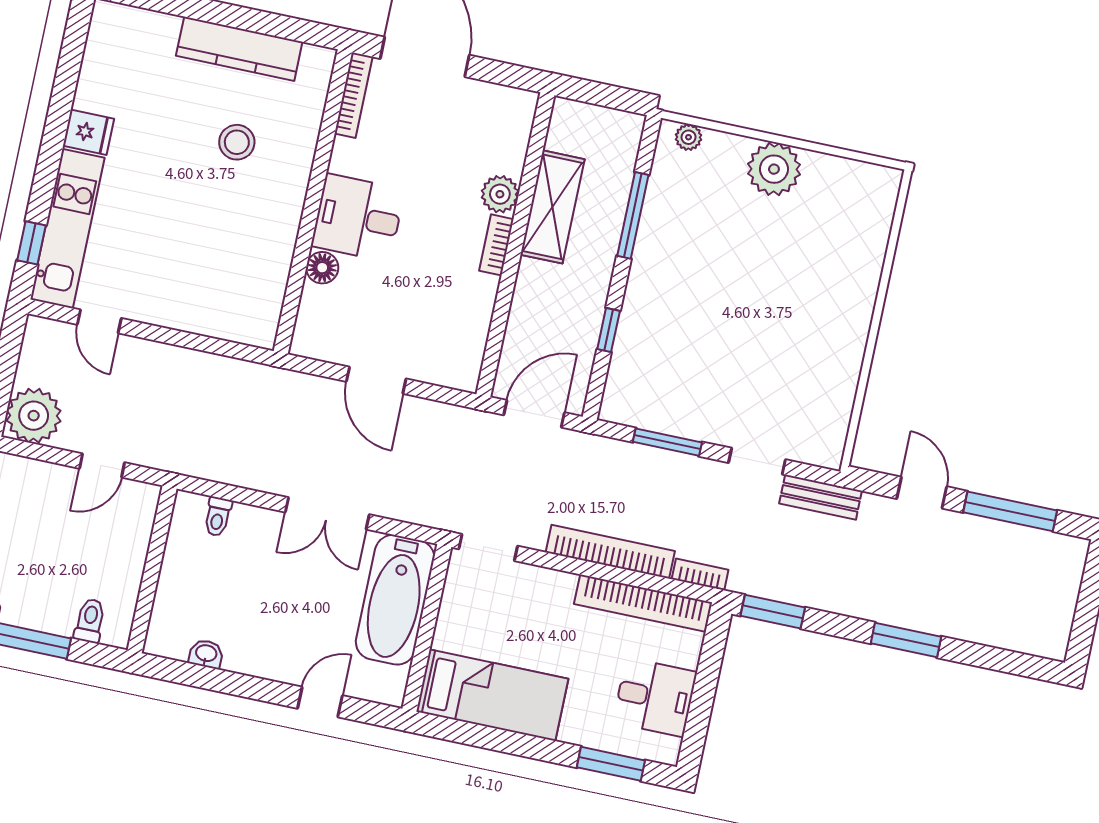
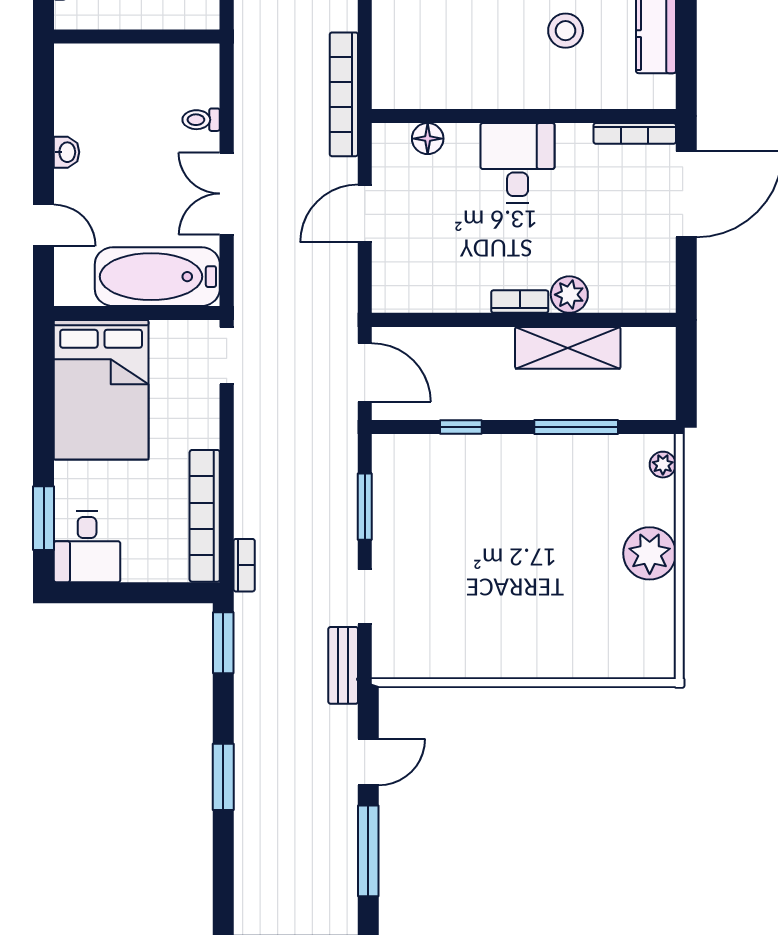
floor lamp: (322, 268) -> (428, 139), moved
toilet: (218, 517) -> (201, 120), moved
bookcase: (610, 552) -> (344, 94), moved, turned 180
washbasin: (206, 654) -> (67, 152), moved
bed: (492, 695) -> (101, 390), width x1.50
desk: (655, 697) -> (87, 547), moved

